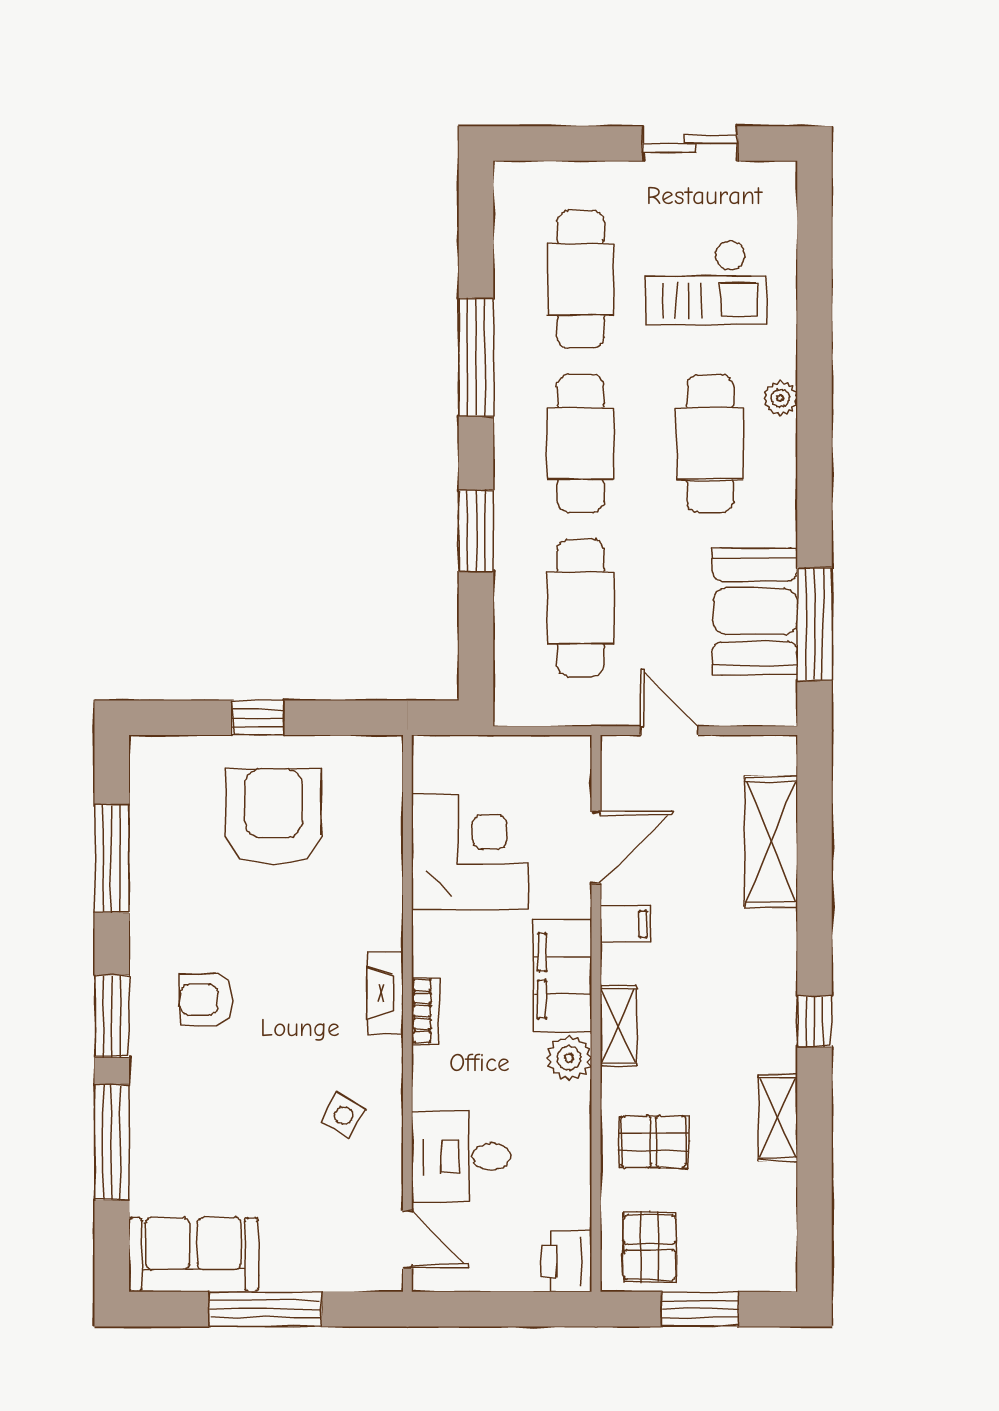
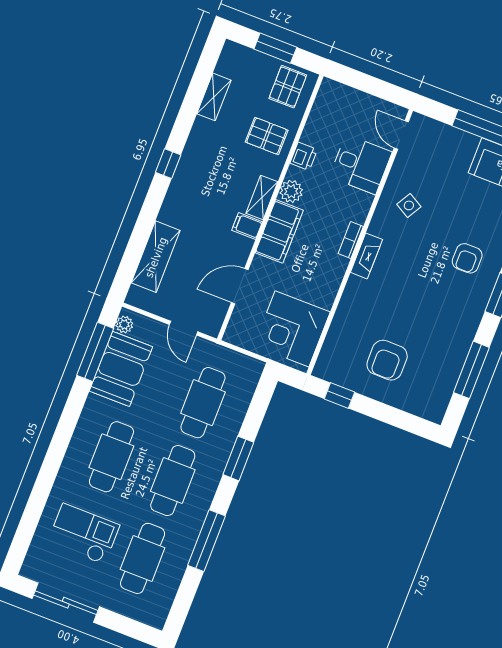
sliding door: (690, 144) -> (66, 603), width x1.37
plant: (780, 398) -> (124, 325), moved
window: (258, 718) -> (339, 396), moved
armchair: (273, 817) -> (387, 360), width x0.73, depth x0.73
corner desk: (470, 852) -> (292, 329), moved
filing cabinet: (625, 924) -> (247, 226), moved
armchair: (206, 1000) -> (467, 258), moved, turned 90
shelving: (778, 1118) -> (214, 97), moved
printer: (566, 1261) -> (304, 156), moved, width x0.73, depth x0.81

